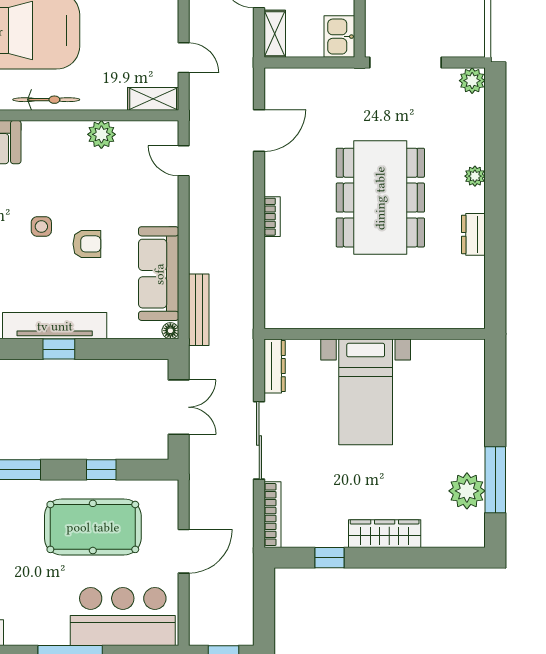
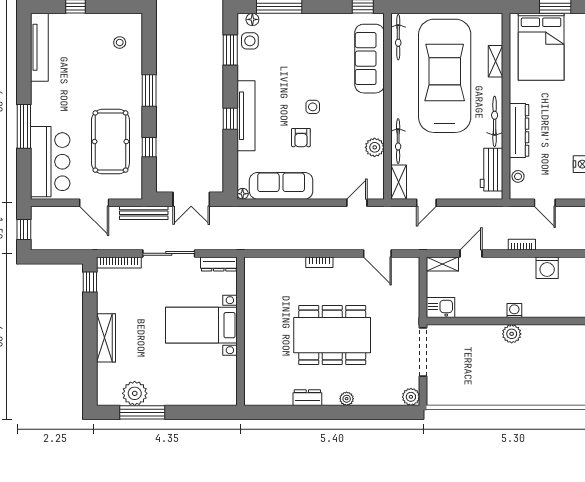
bicycle: (46, 100) -> (398, 141), moved
bench: (199, 310) -> (144, 213), moved
window: (329, 558) -> (90, 282), moved

